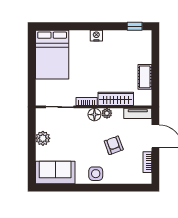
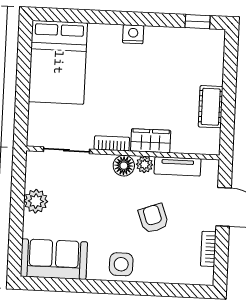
wardrobe: (116, 99) -> (151, 141), width x0.67
tv unit: (138, 113) -> (178, 166), moved

